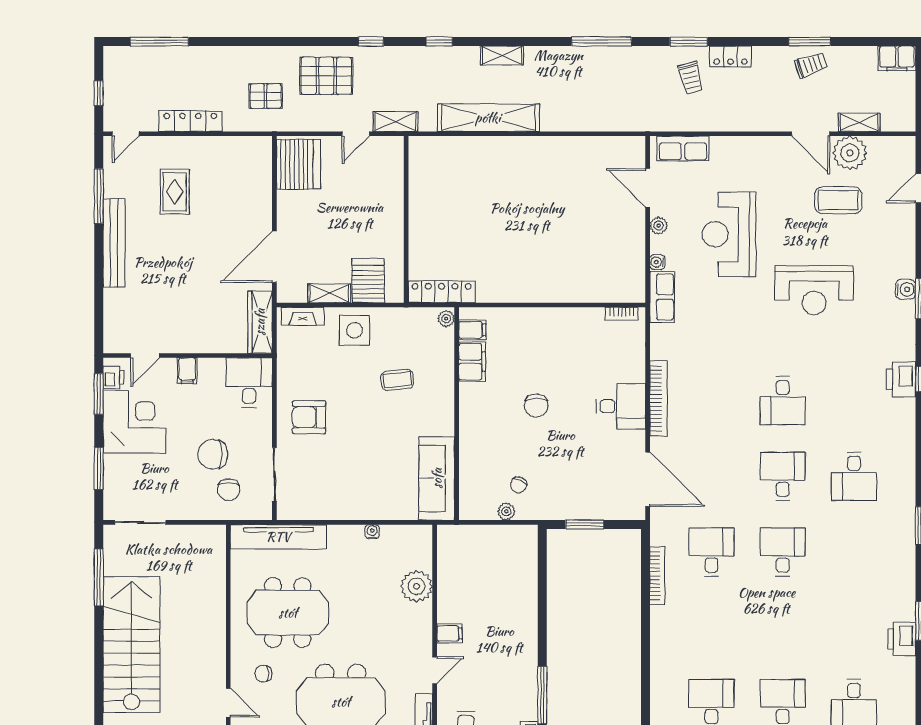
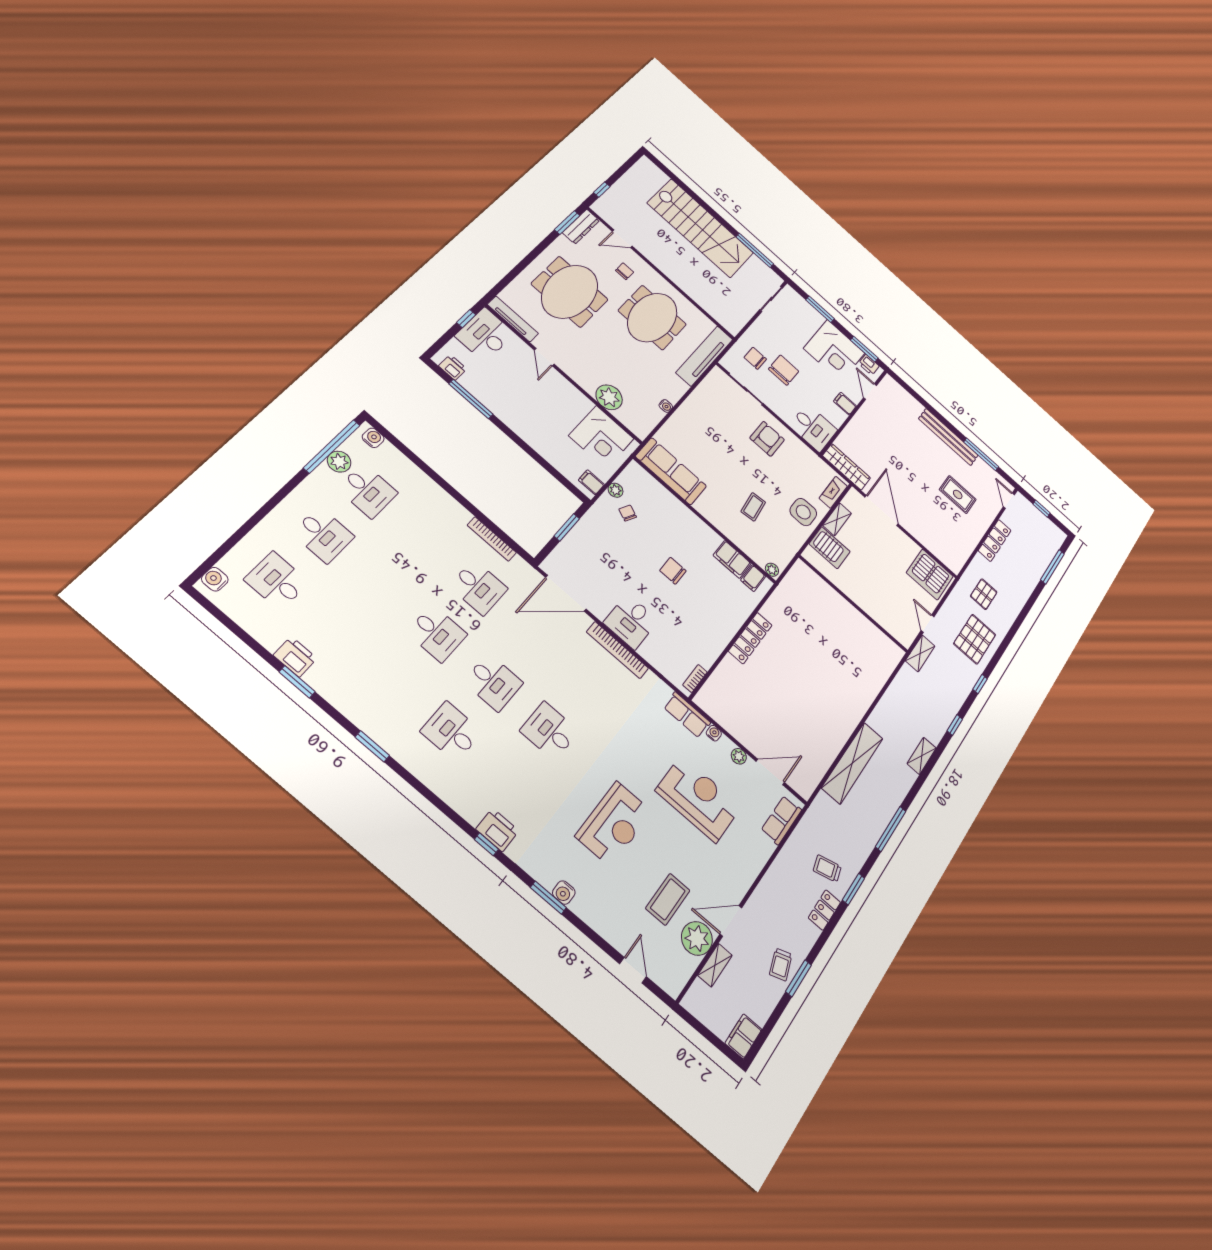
shelving: (488, 118) -> (852, 763), moved
reception desk: (814, 290) -> (614, 824), turned 180
locker: (442, 292) -> (750, 638), moved
corner desk: (465, 562) -> (601, 437), added
filing cabinet: (449, 633) -> (591, 482), moved, turned 90

